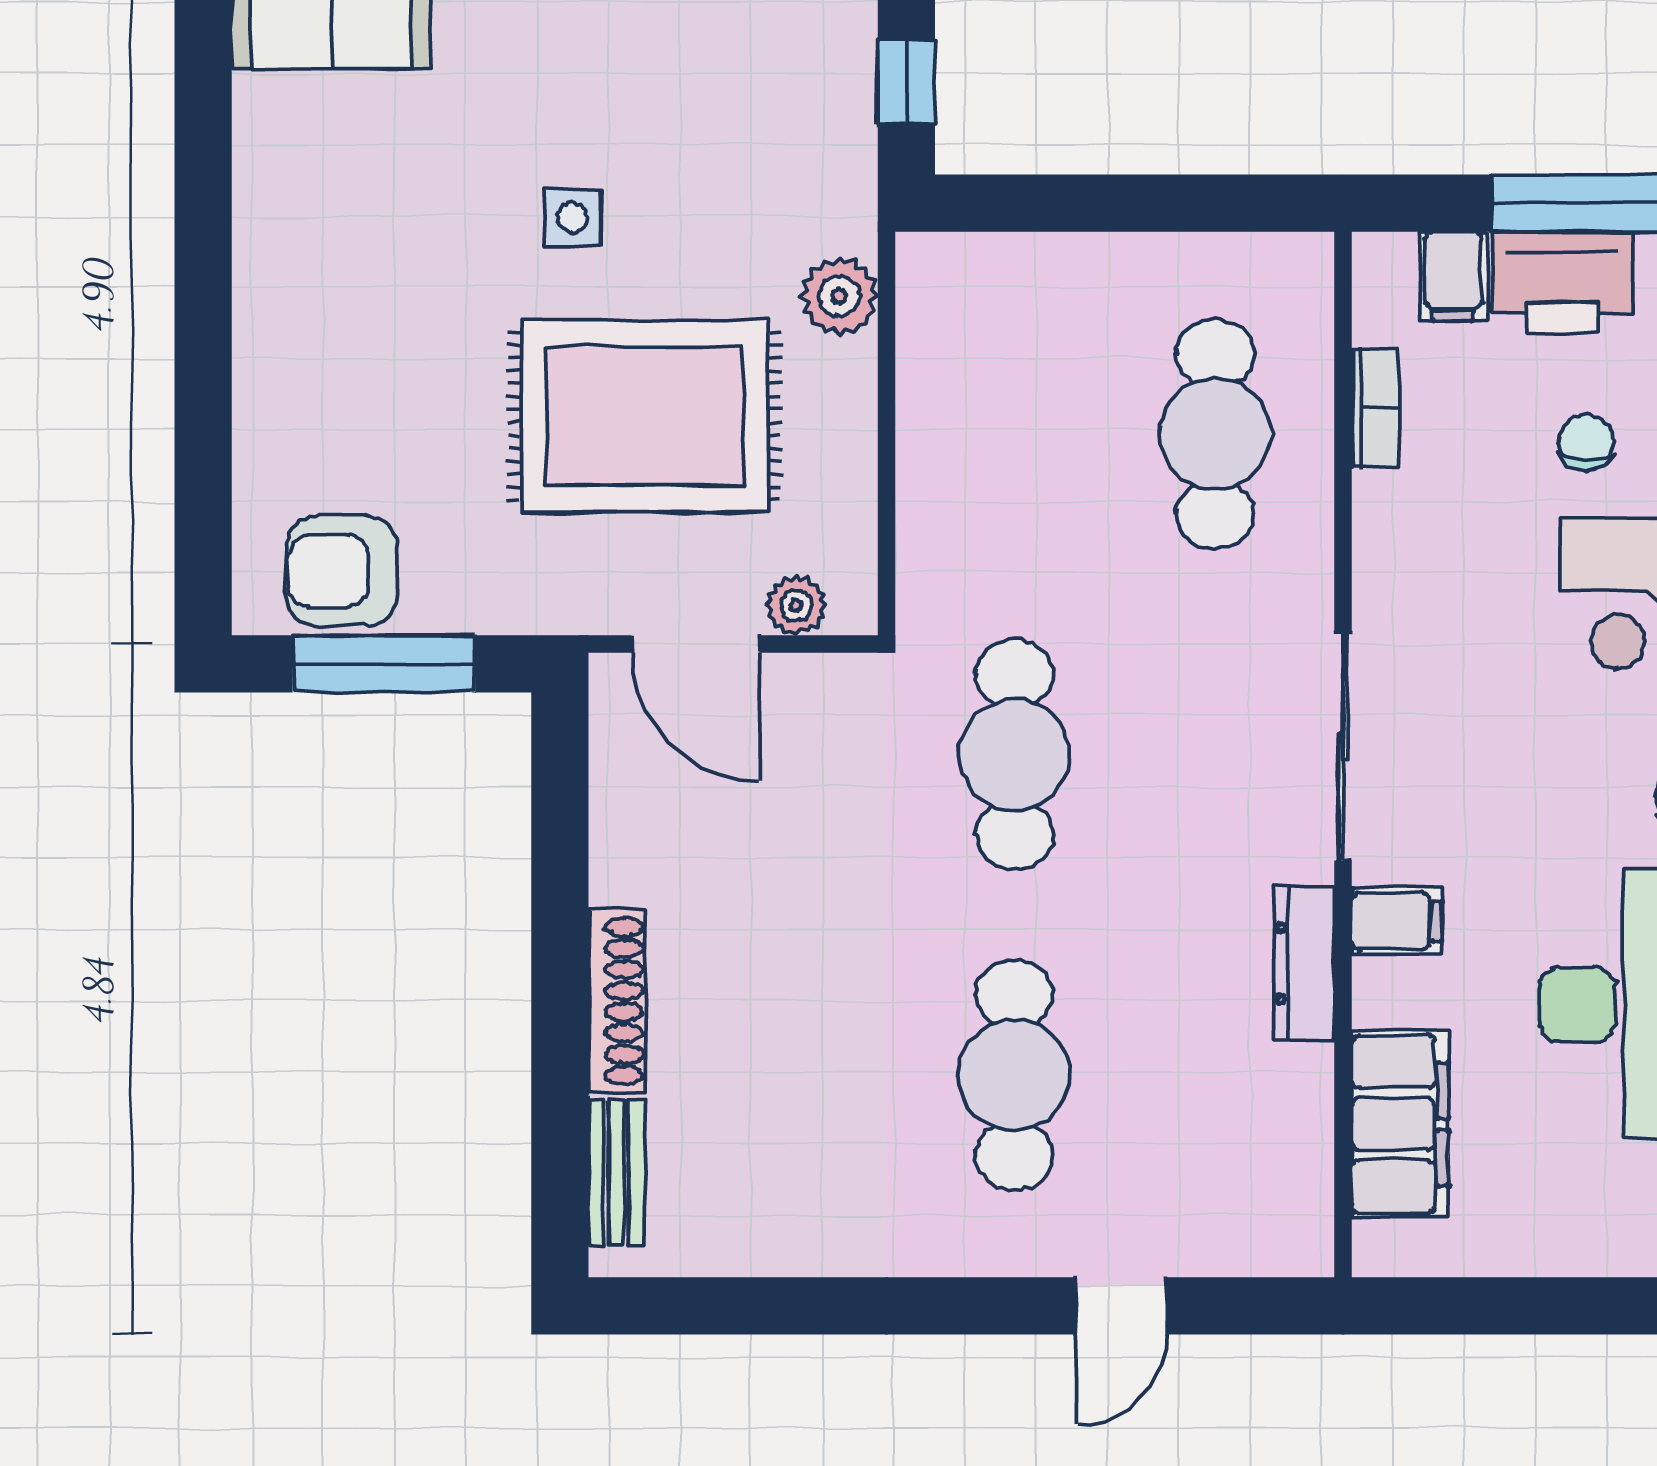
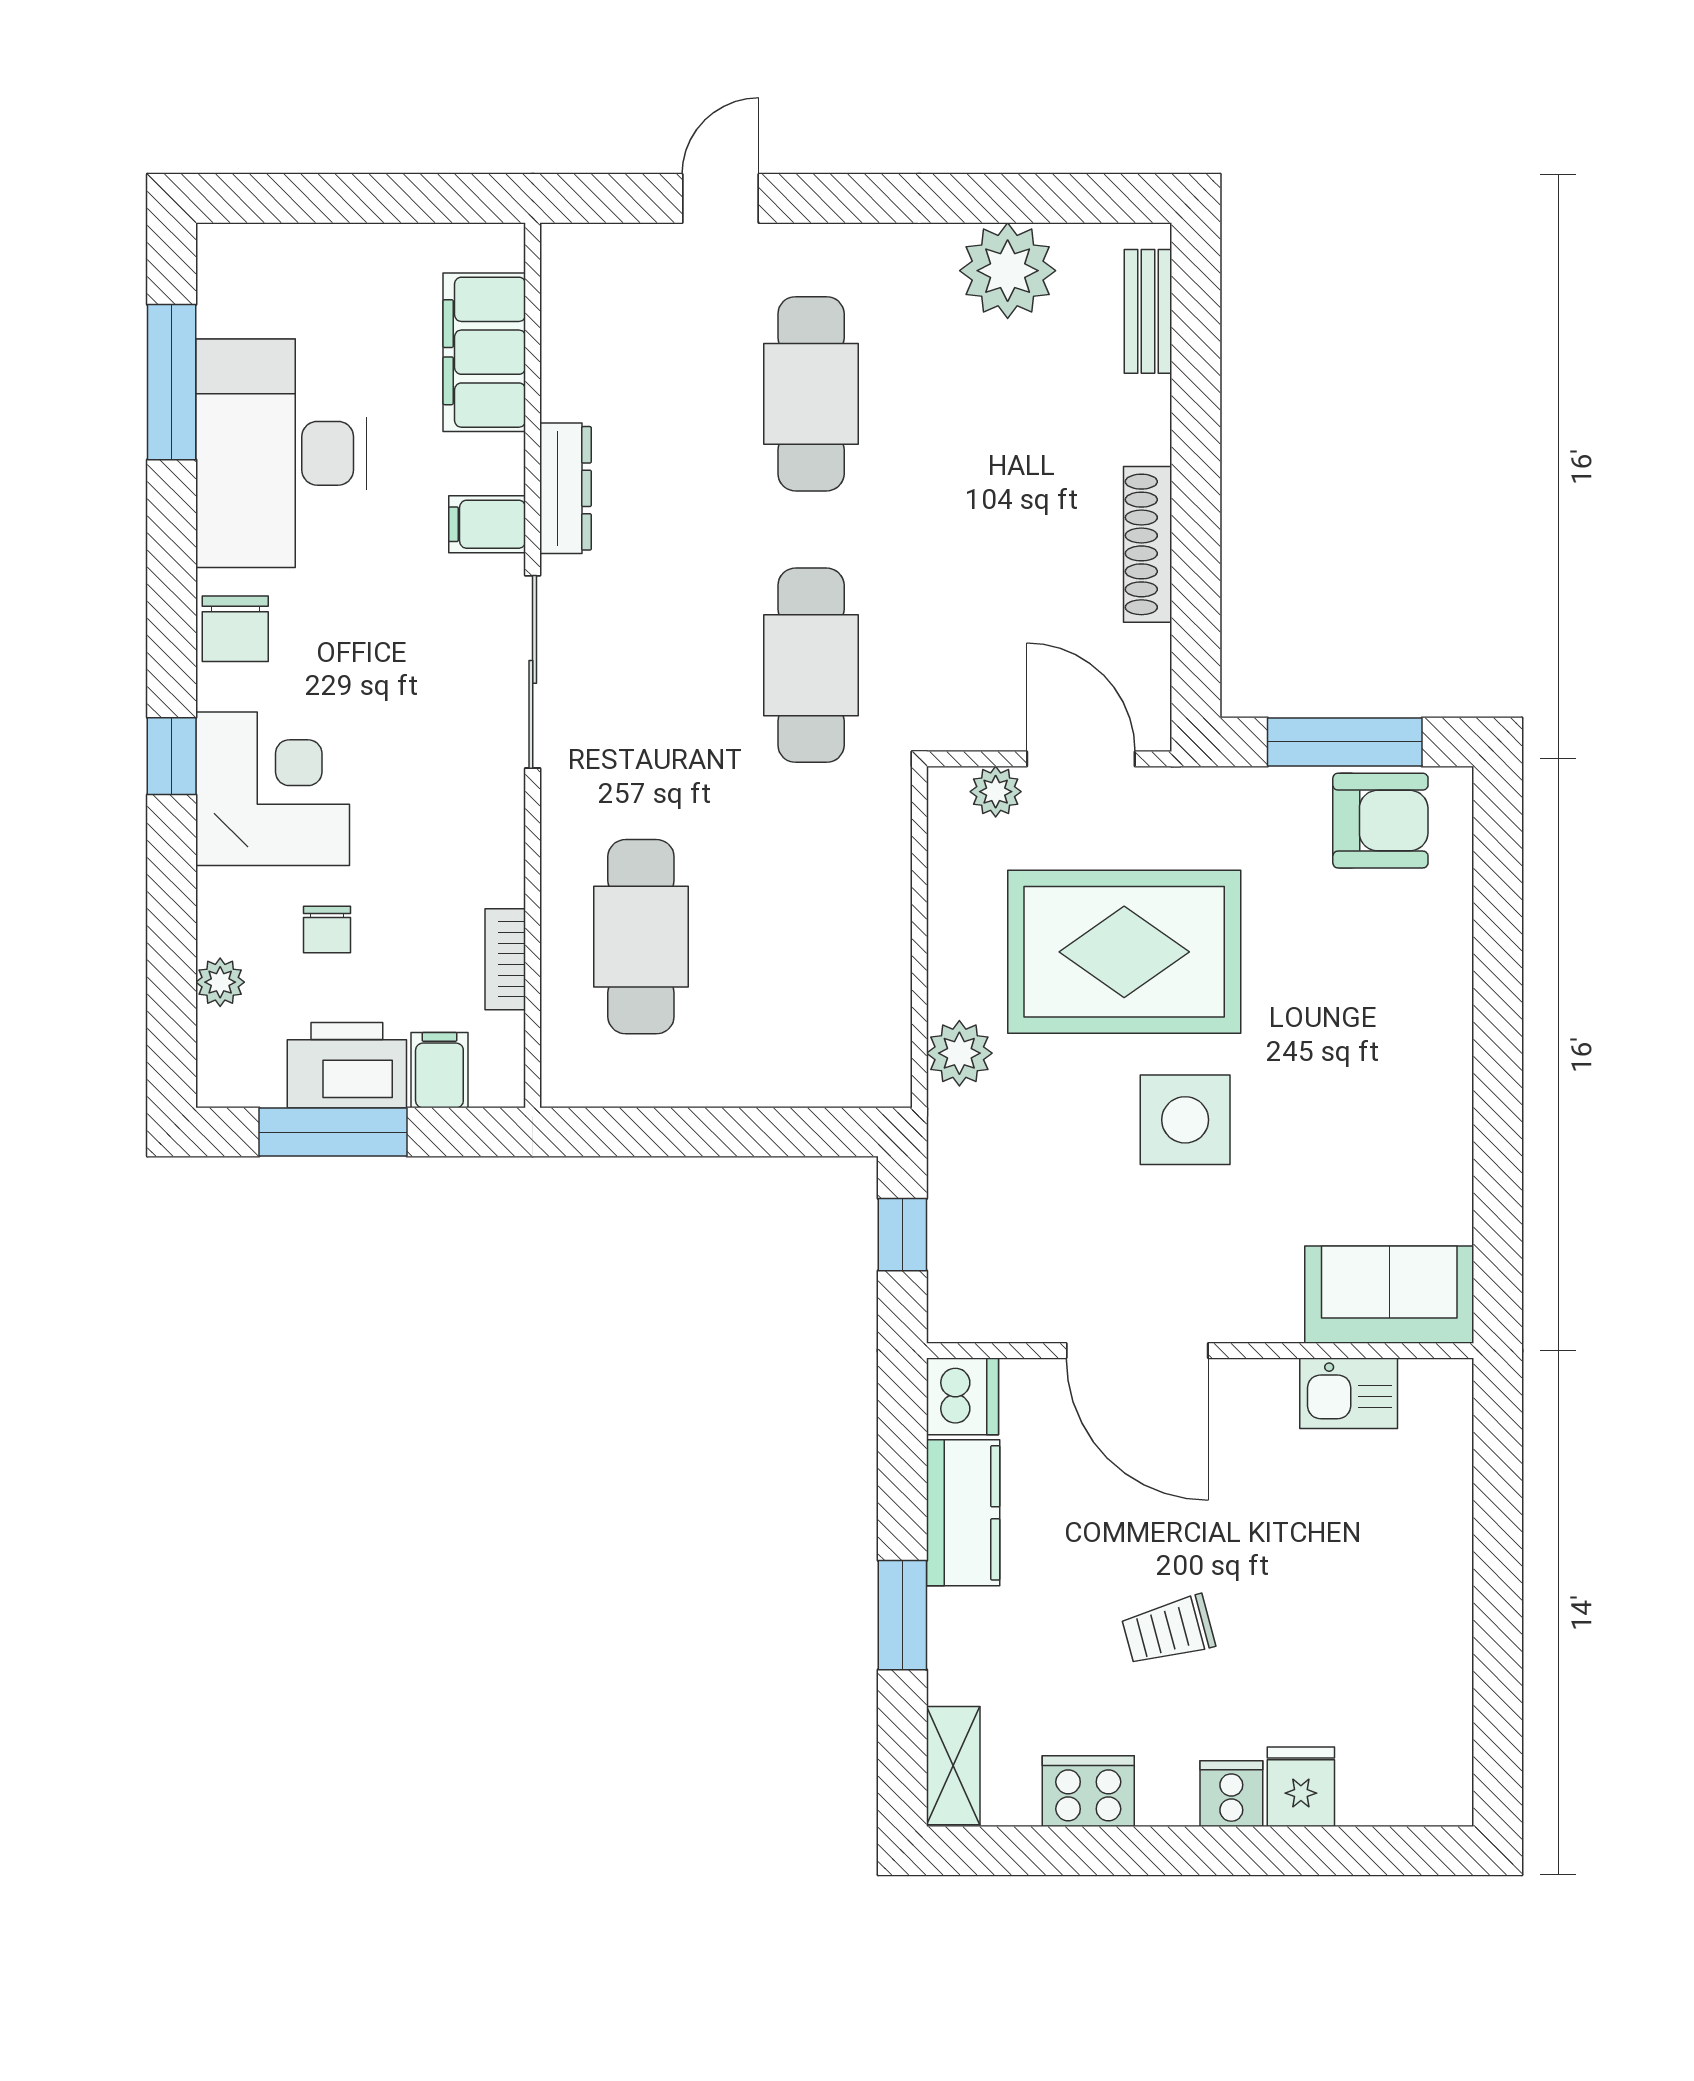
side table: (572, 218) -> (1185, 1120), width x1.87, depth x1.87
shoe rack: (617, 1001) -> (1148, 544), moved
plant: (782, 1221) -> (1008, 271), added

